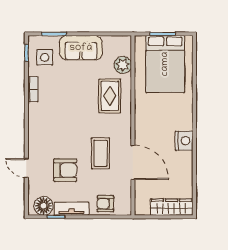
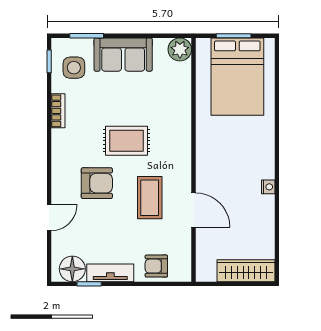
plant: (123, 65) -> (180, 49), moved
rug: (110, 96) -> (127, 141), moved, turned 90
nightstand: (184, 141) -> (268, 187), width x0.53, depth x0.56
door: (133, 162) -> (193, 210), width x0.73
door: (26, 168) -> (49, 218), swing flipped
armchair: (65, 170) -> (97, 183), moved

